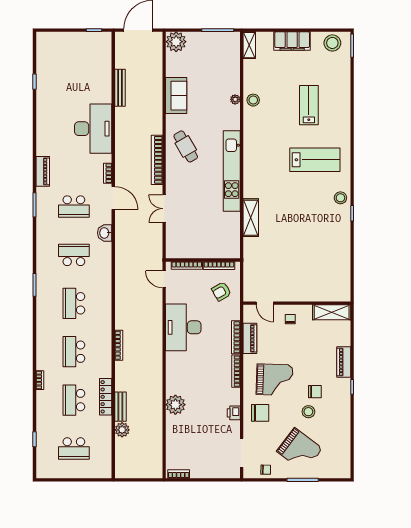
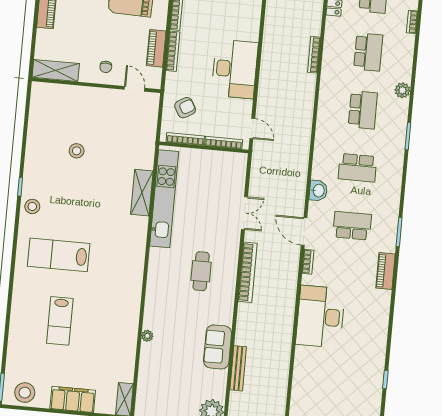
bench: (120, 88) -> (238, 368), moved
stool: (253, 100) -> (77, 151), moved
cafe table: (186, 146) -> (201, 271), moved, turned 30
kitchen unit: (232, 171) -> (164, 199), moved
plant: (43, 323) -> (402, 90), added

